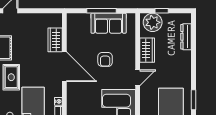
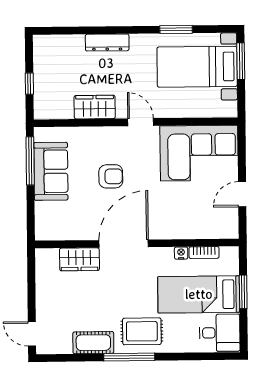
window: (102, 11) -> (30, 161), moved
plant: (153, 22) -> (49, 98), removed
dresser: (186, 37) -> (107, 42), moved

